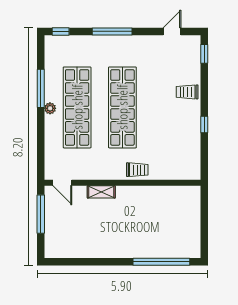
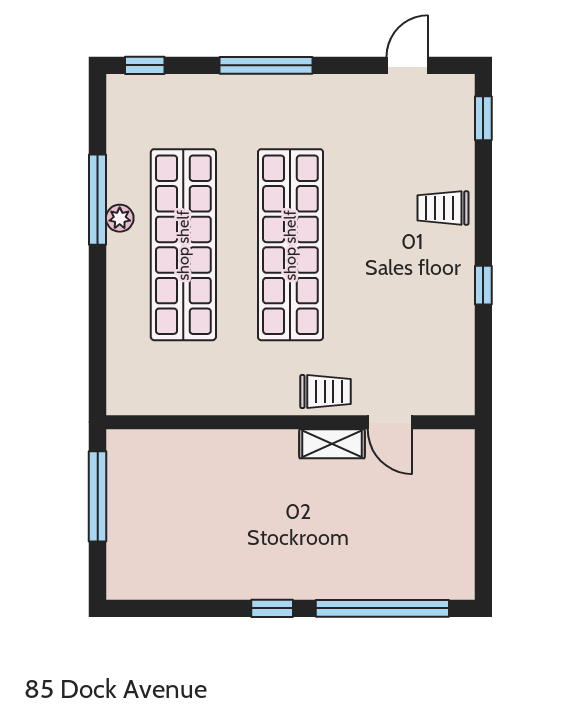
plant: (50, 108) -> (120, 218), moved
door: (62, 183) -> (390, 422), moved
shelving: (101, 192) -> (332, 444), moved
window: (115, 262) -> (272, 608), added

